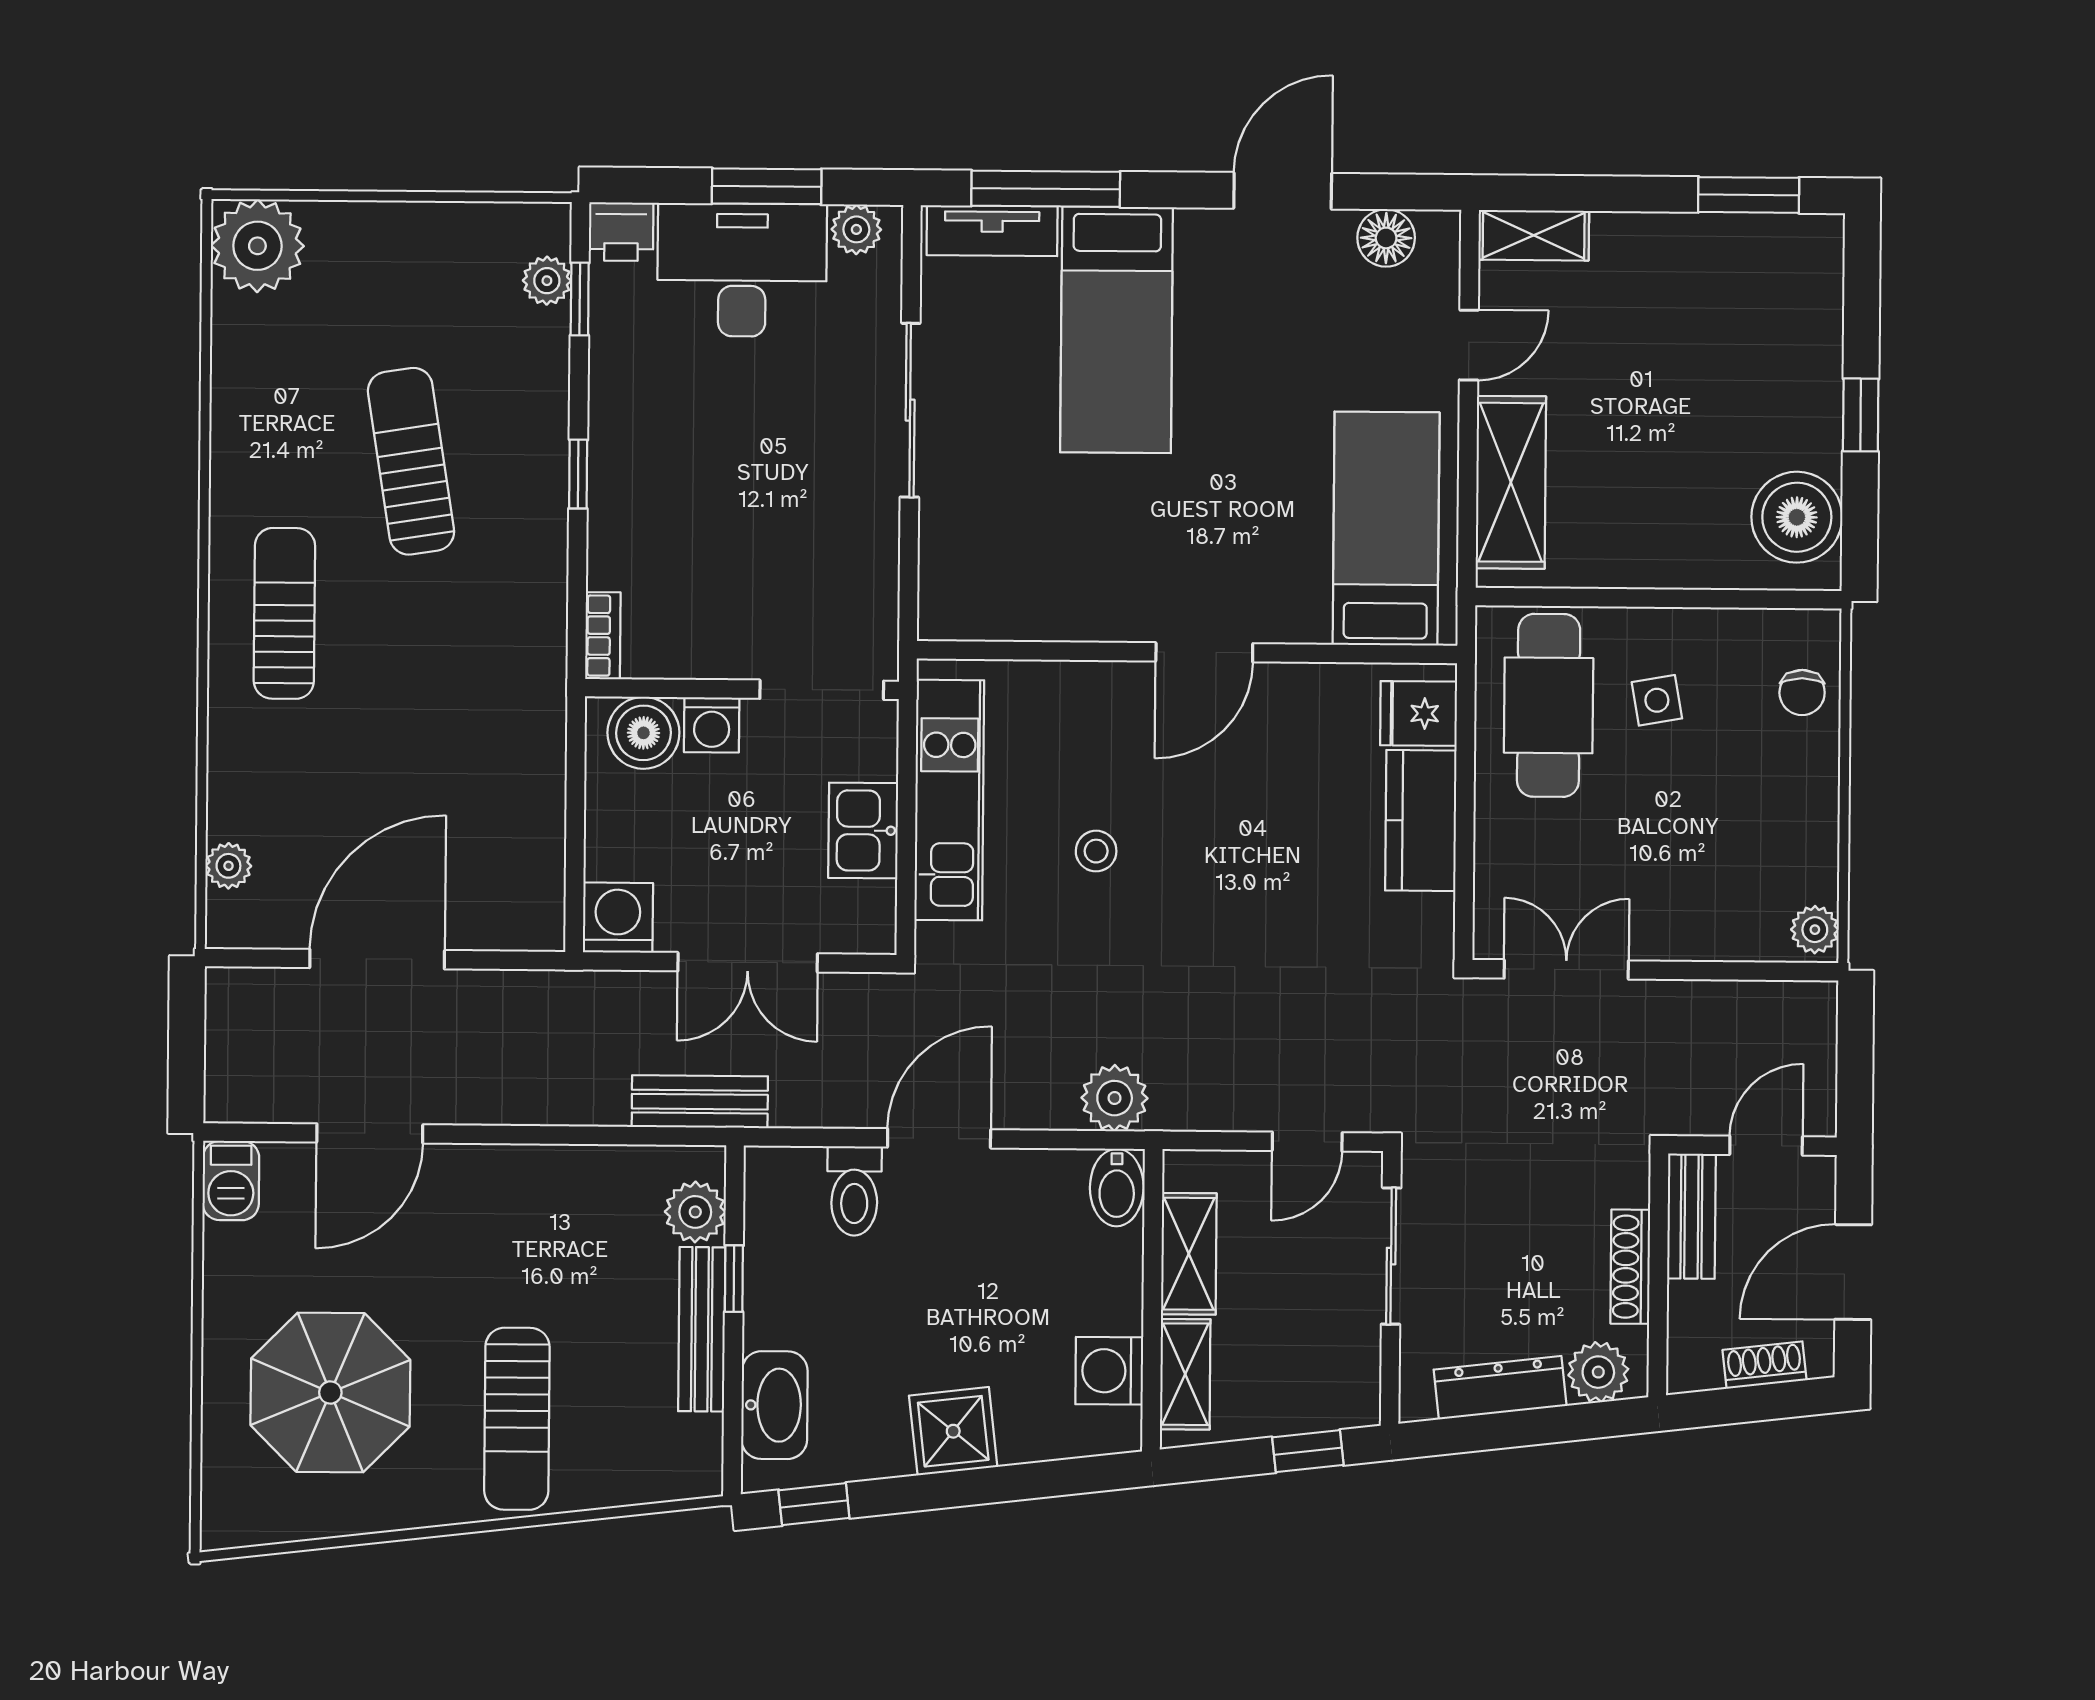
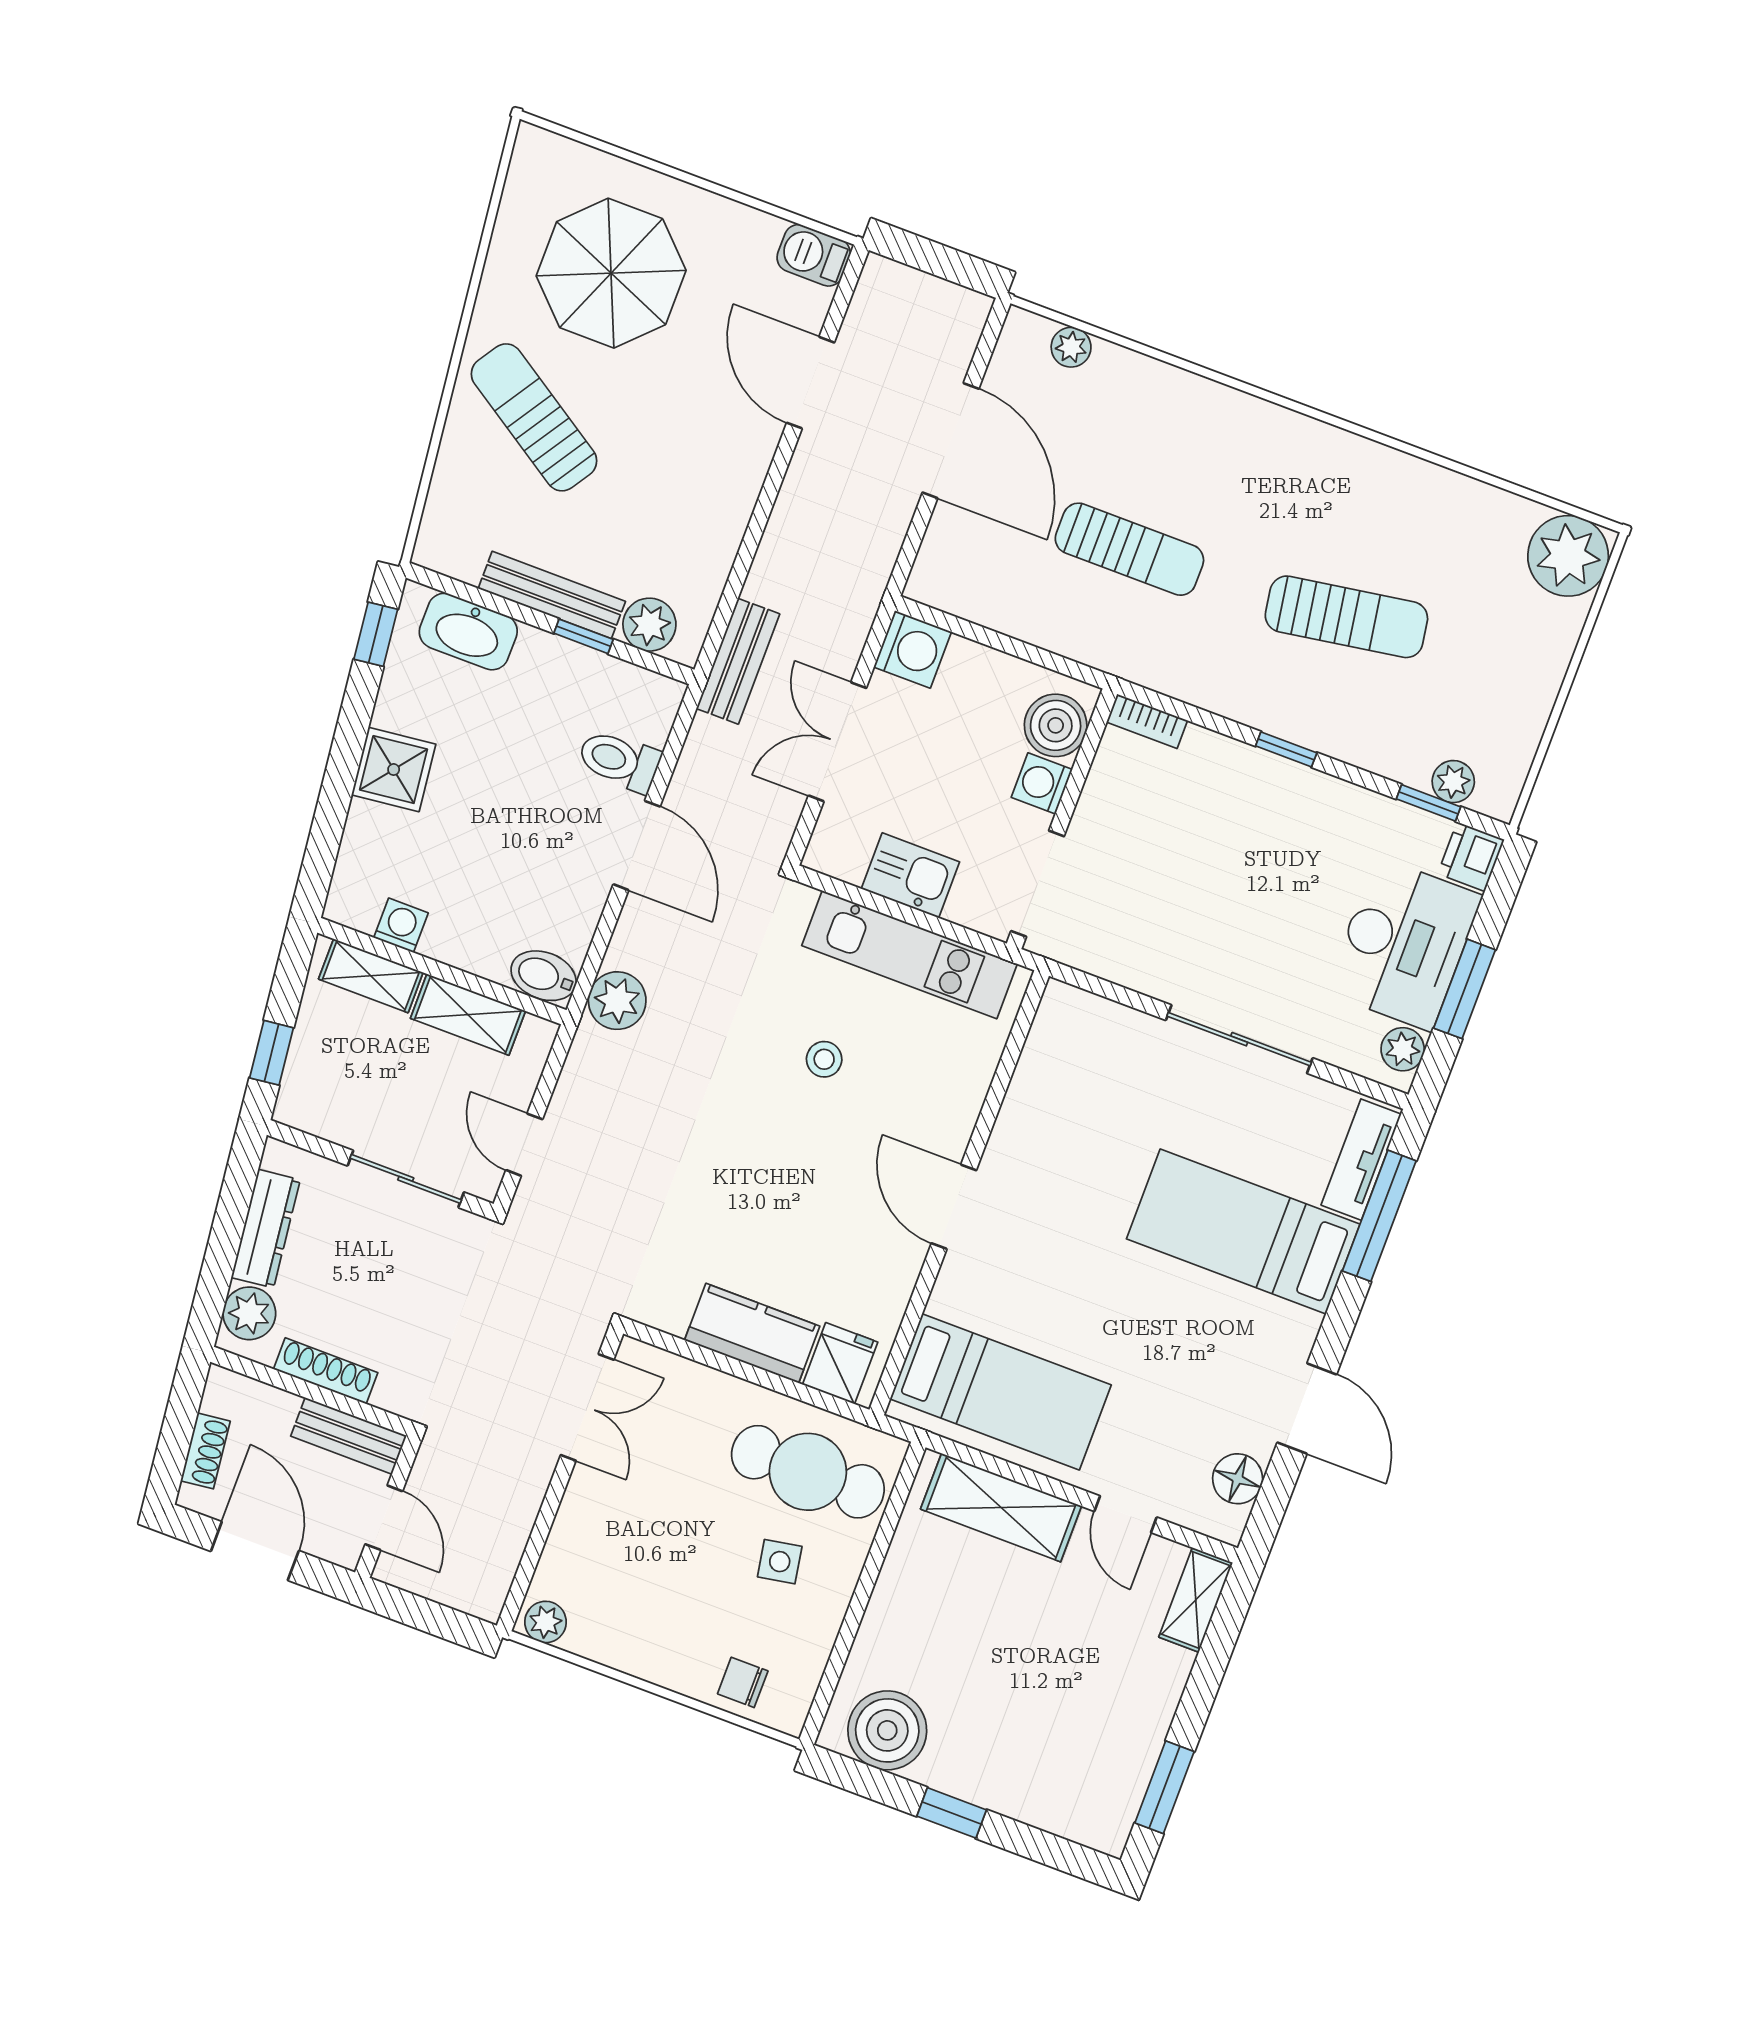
sun lounger: (284, 613) -> (1129, 549), moved
washing machine: (1109, 1371) -> (401, 925), width x0.73, depth x0.73
sun lounger: (517, 1419) -> (534, 417), turned 33

